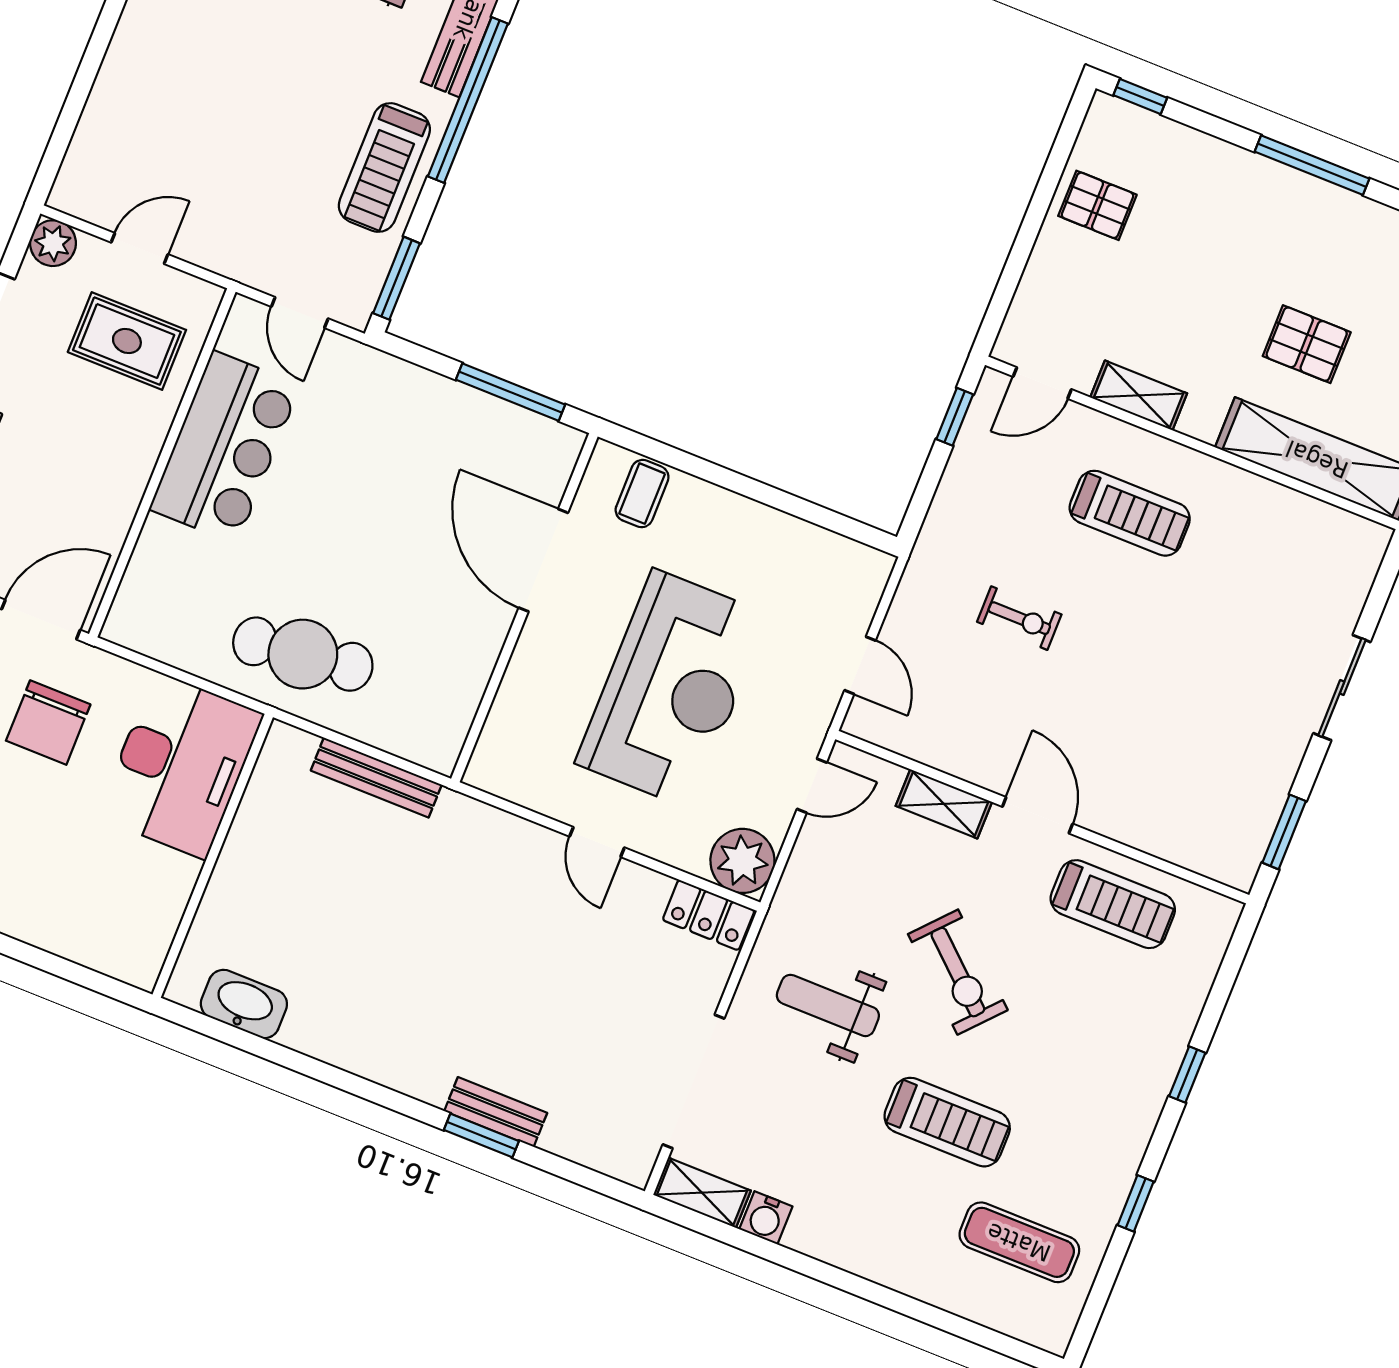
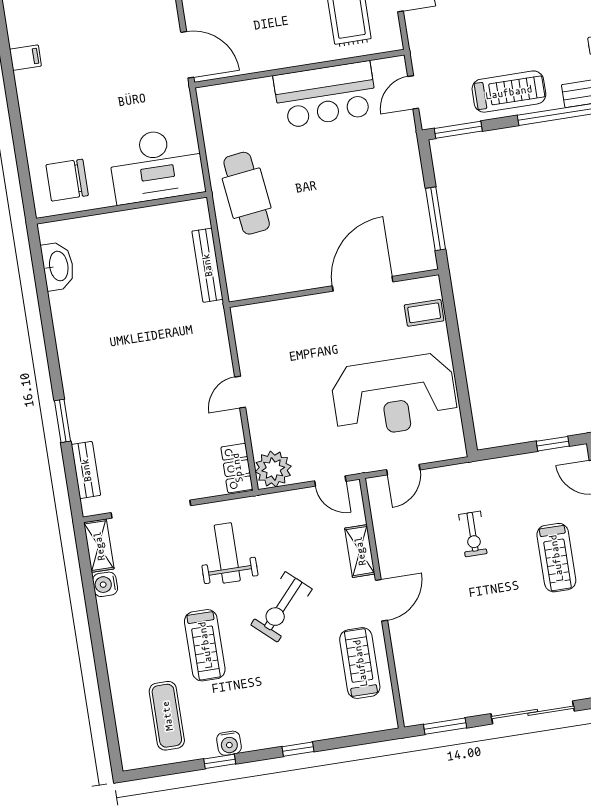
treadmill: (384, 167) -> (509, 92), turned 180
sliding door: (1342, 688) -> (533, 712), width x1.37
reception desk: (672, 689) -> (394, 396), moved
chair: (48, 723) -> (67, 180), moved
treadmill: (1113, 904) -> (360, 663), turned 180
bench: (496, 1112) -> (86, 470), moved
water cooler: (1117, 1173) -> (229, 743), added

